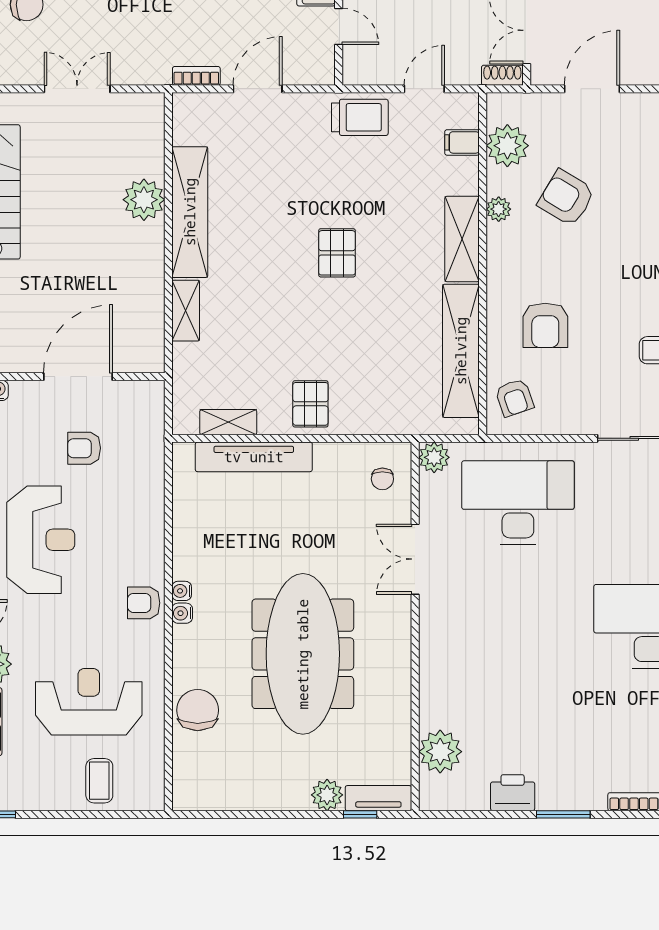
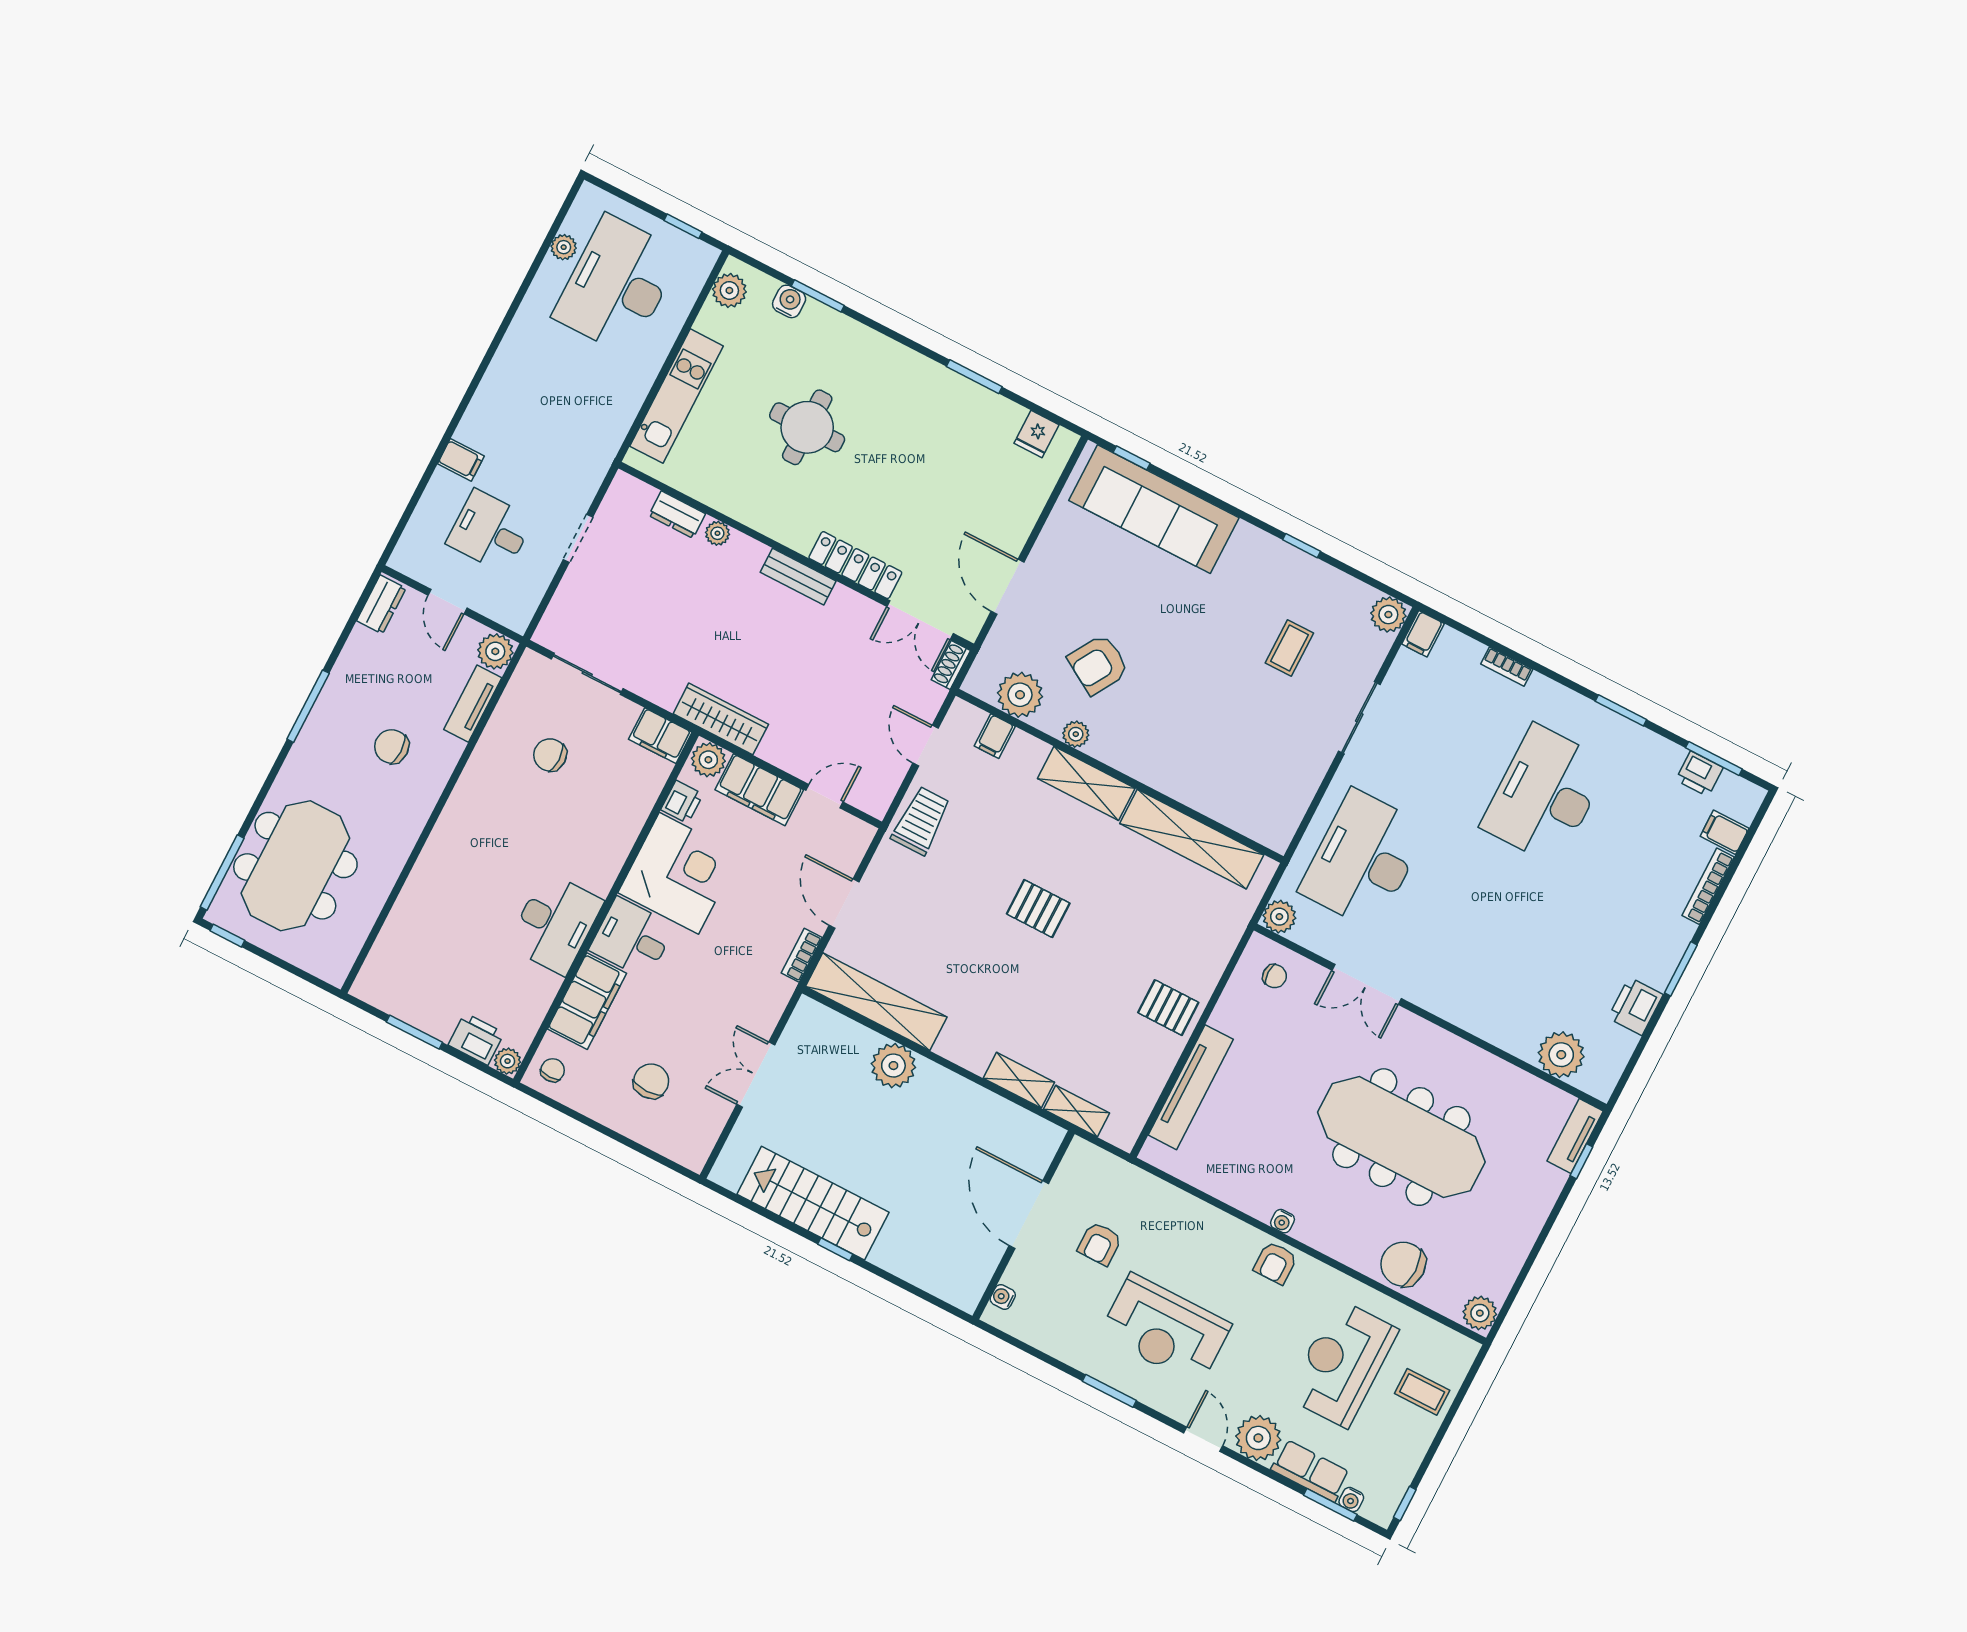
shelving: (190, 212) -> (876, 1002), moved
armchair: (545, 325) -> (1209, 747), removed
armchair: (514, 398) -> (1262, 811), removed
shelving: (228, 422) -> (1076, 1111), moved, turned 90
reception desk: (41, 540) -> (1165, 1330), turned 180
water cooler: (182, 613) -> (1304, 1232), removed
plant: (327, 795) -> (1480, 1313), moved

